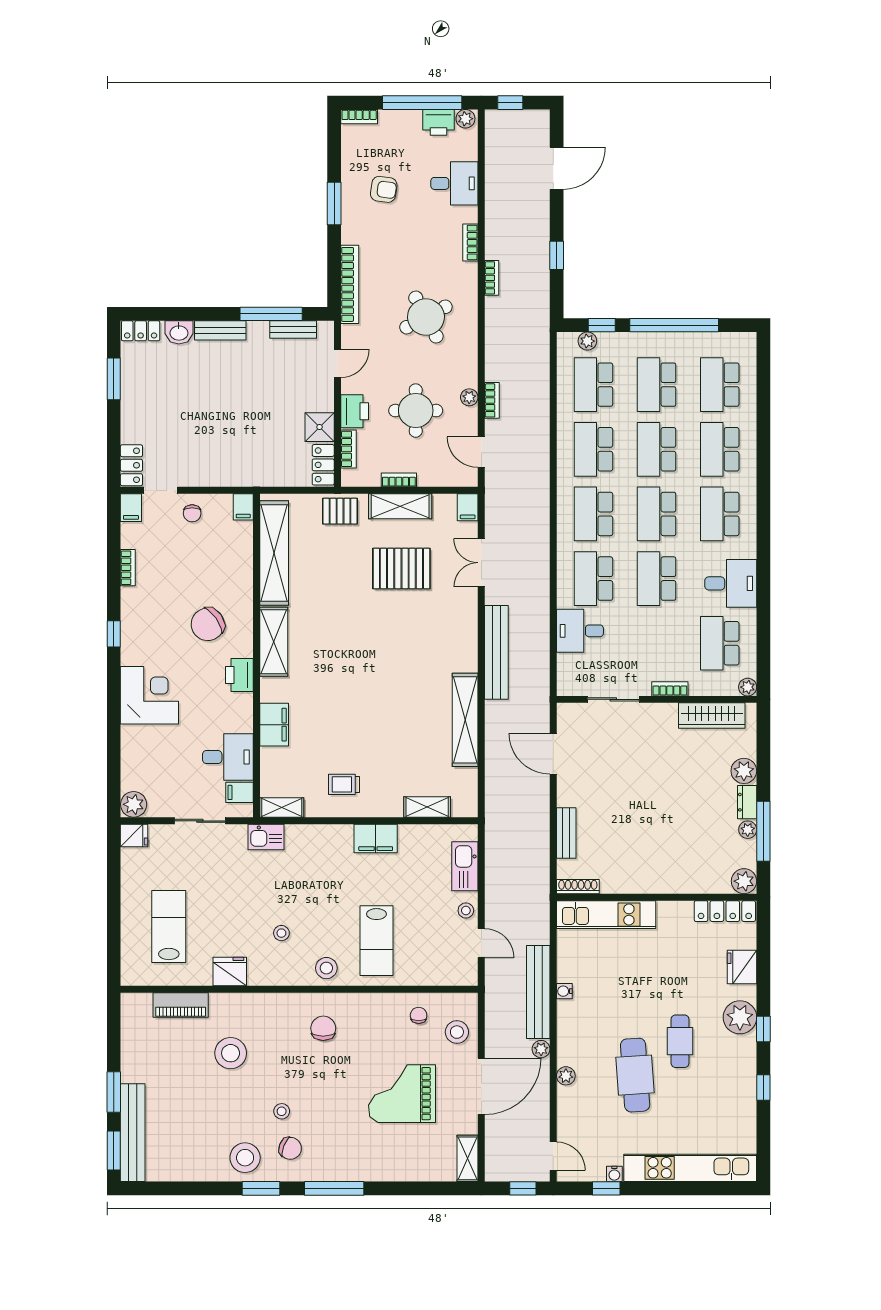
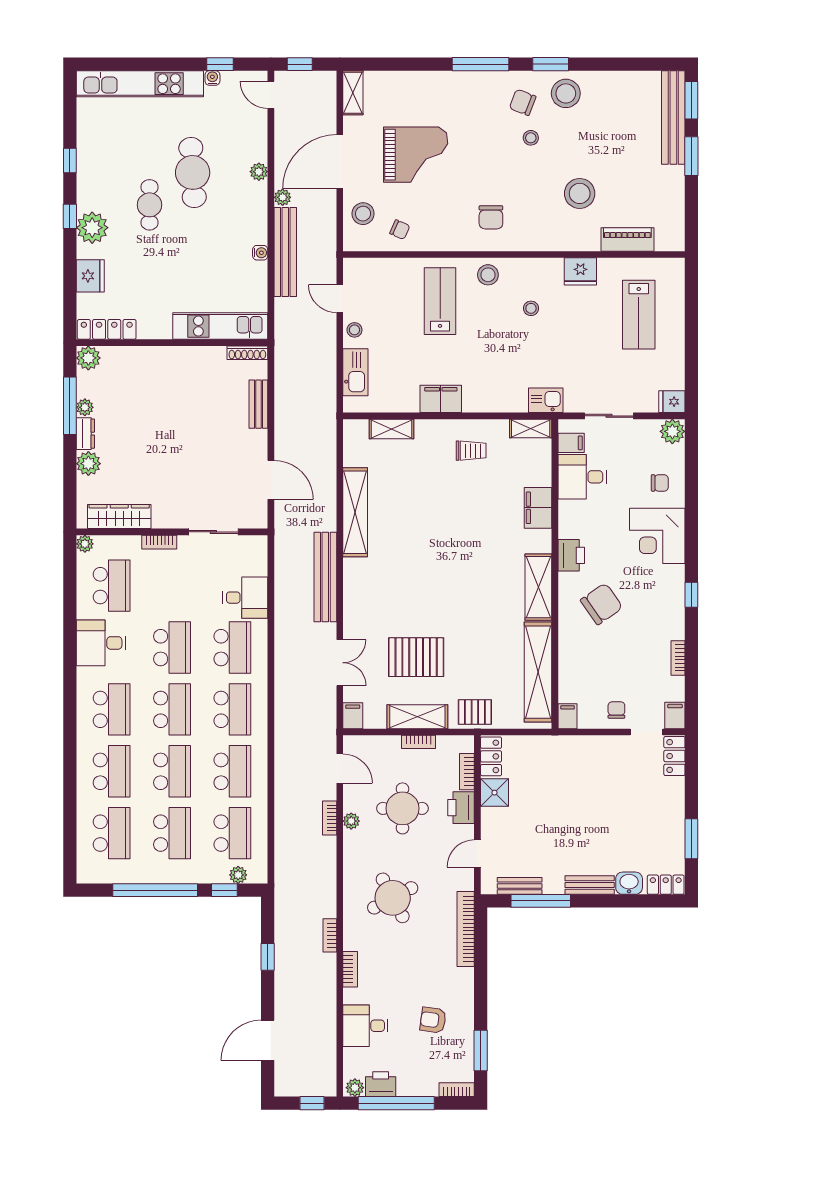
window: (334, 203) -> (481, 1050), moved
chair: (147, 751) -> (660, 483), added
chair: (419, 1015) -> (400, 230), turned -66

